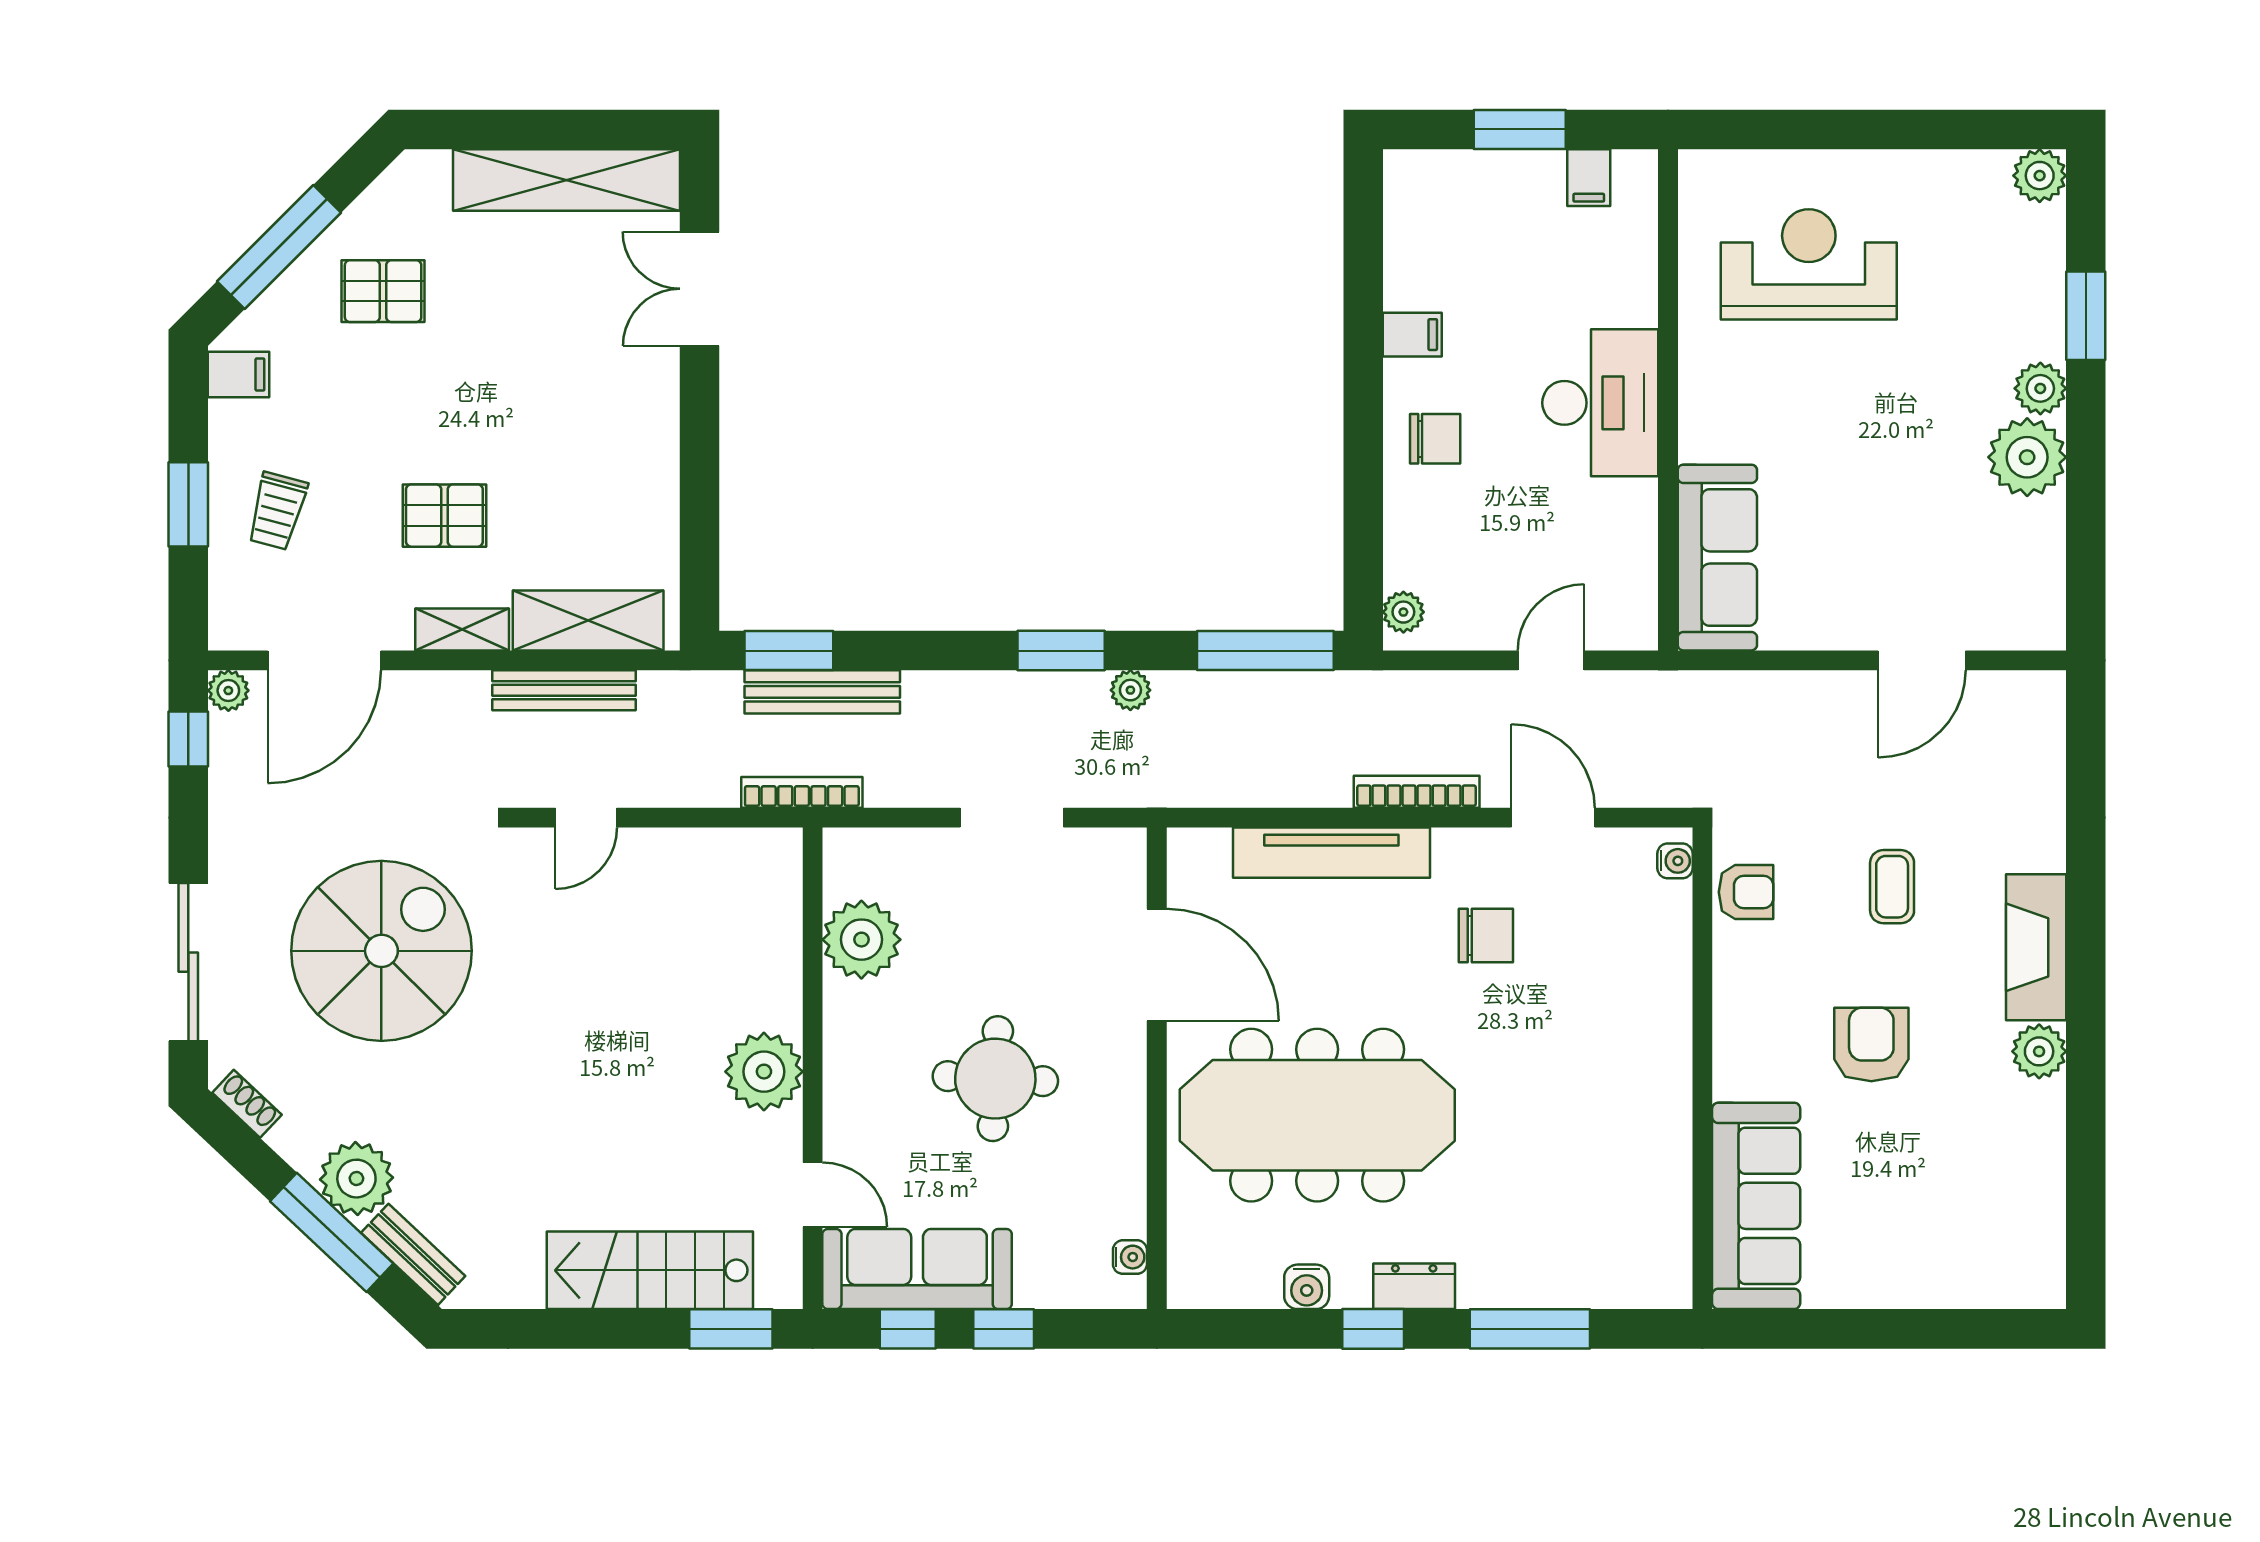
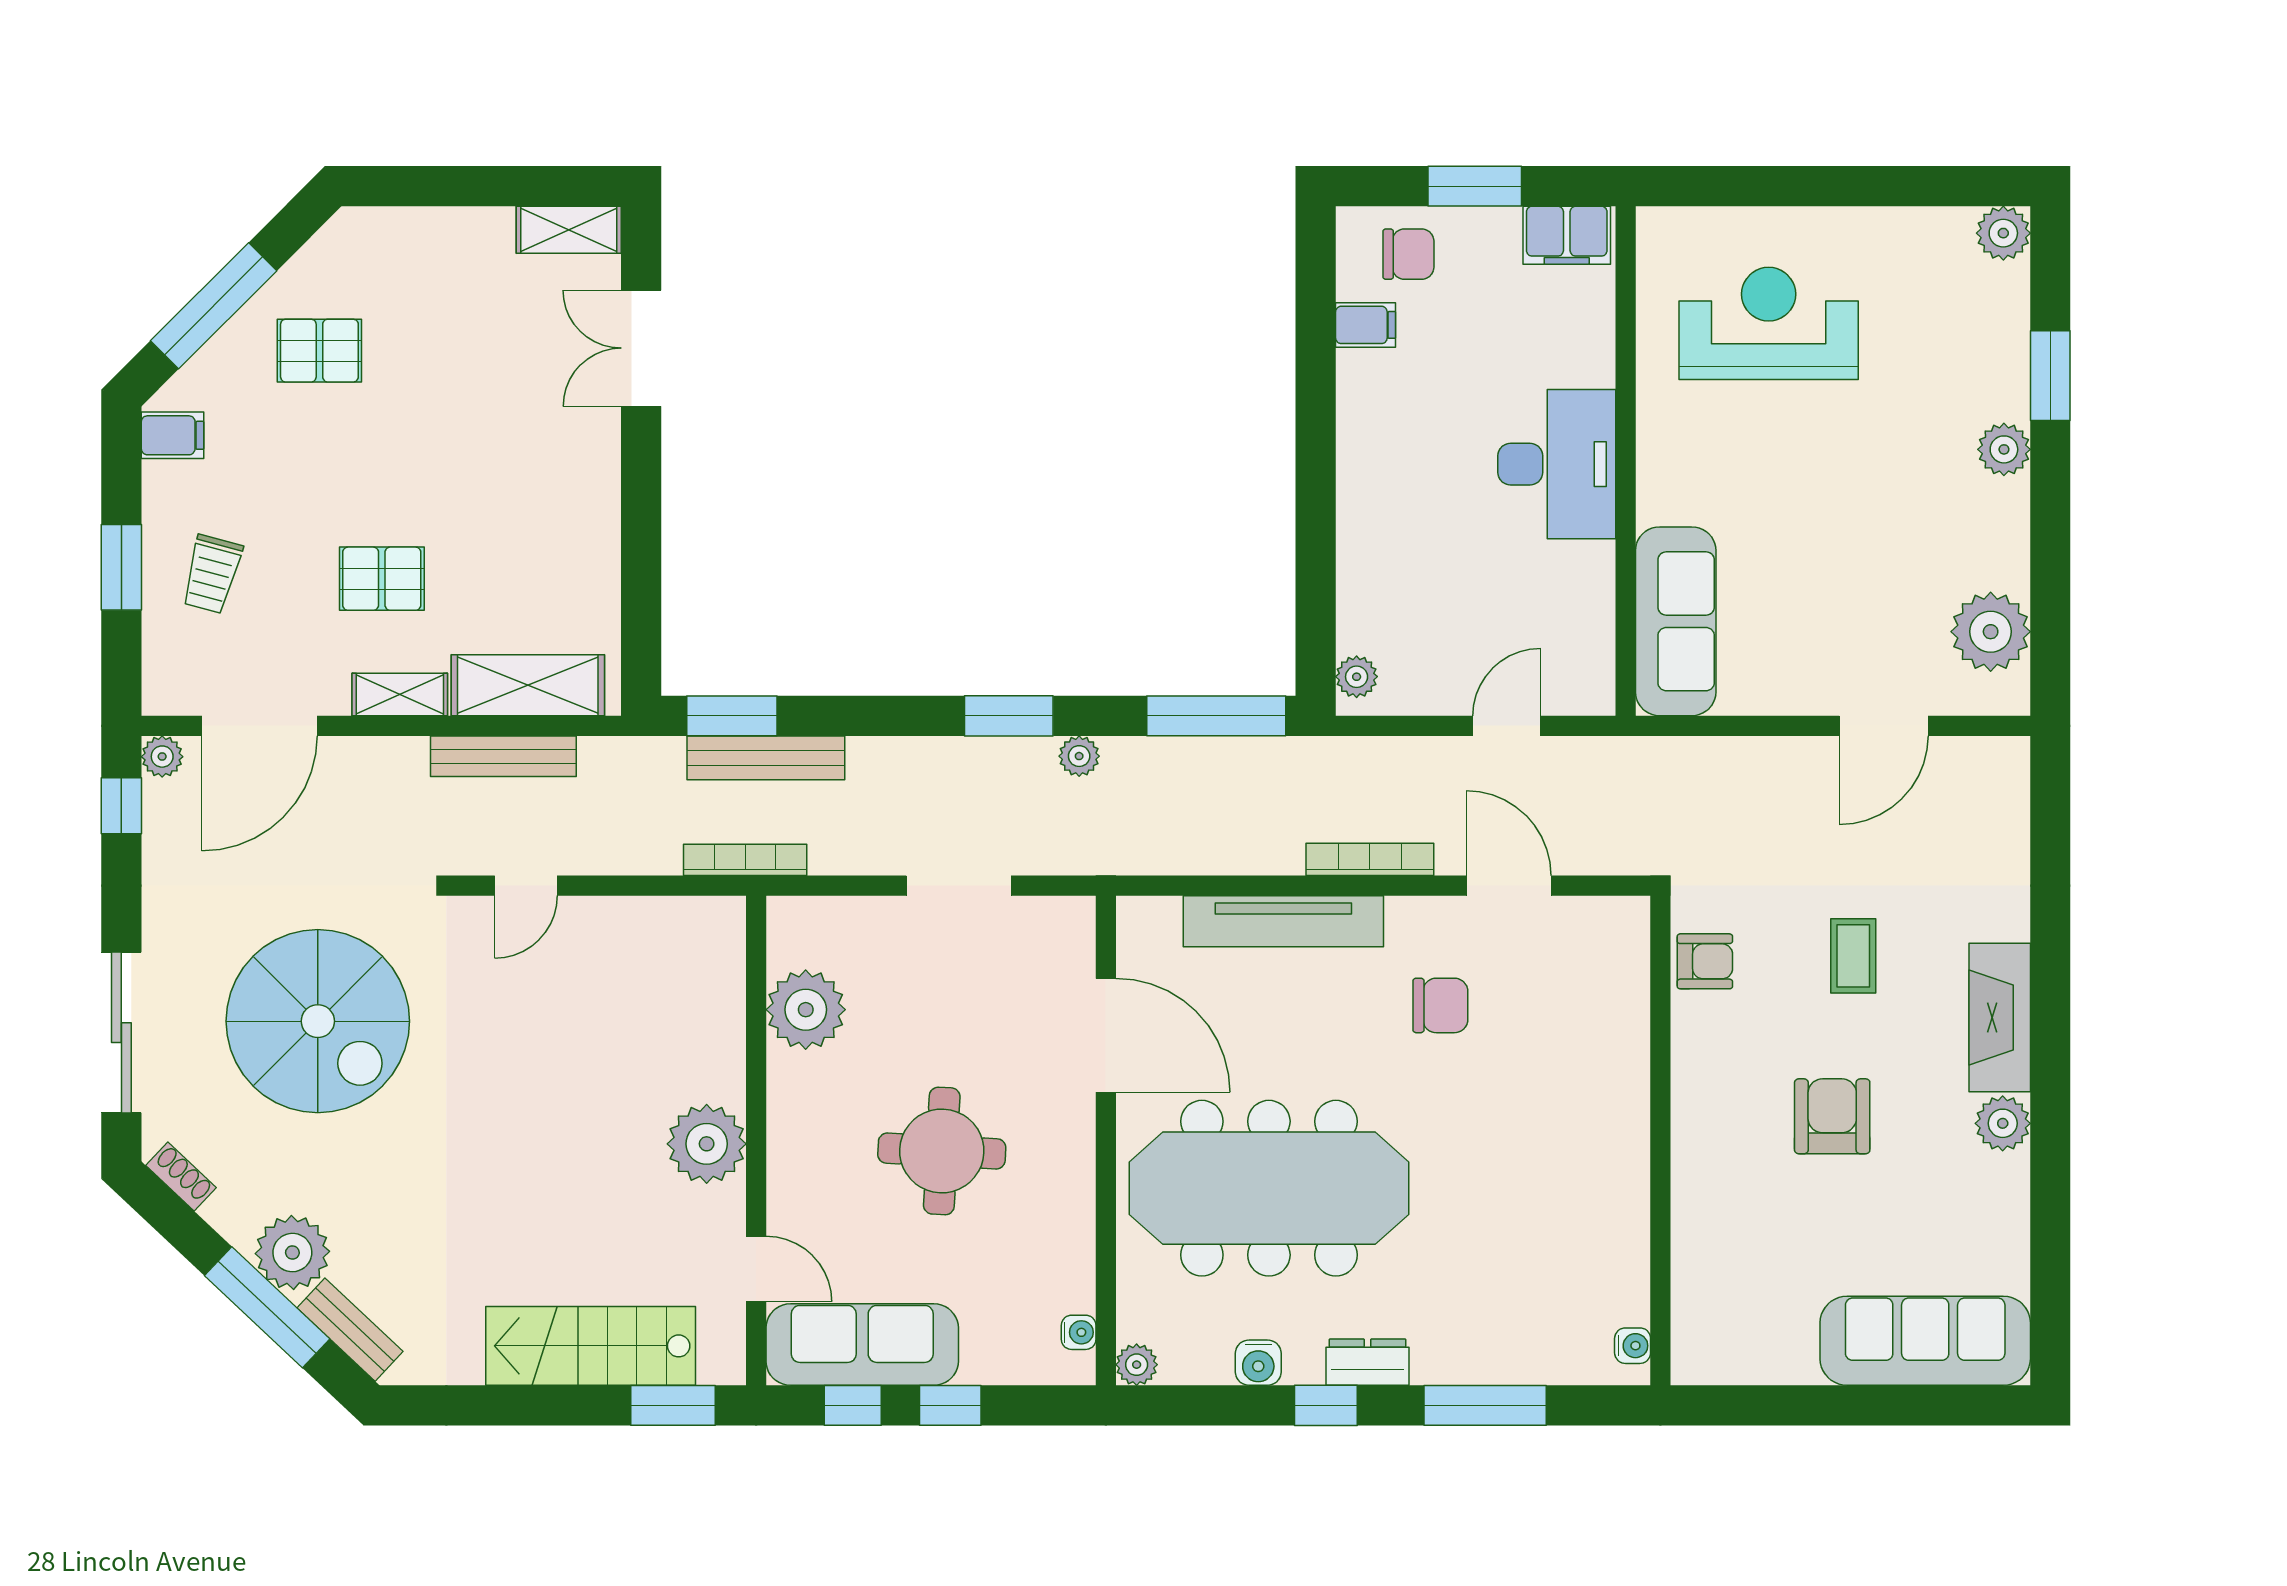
filing cabinet: (1589, 178) -> (1567, 235), width x2.00
shelving: (567, 180) -> (569, 230), width x0.45, depth x0.75
filing cabinet: (1412, 335) -> (1366, 325), moved
chair: (1435, 439) -> (1408, 254), moved
plant: (2027, 457) -> (1991, 632), moved
water cooler: (1675, 861) -> (1633, 1346), moved
spiral stairs: (381, 951) -> (318, 1021), turned 90
sofa: (1756, 1206) -> (1925, 1341), moved, turned -90
plant: (1187, 1289) -> (1137, 1365), added

